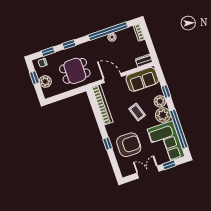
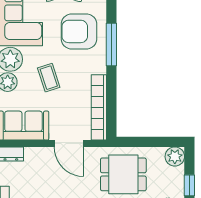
plant: (45, 82) -> (175, 157), moved
window: (107, 144) -> (111, 44), width x2.17

